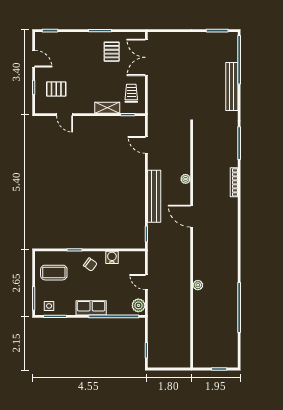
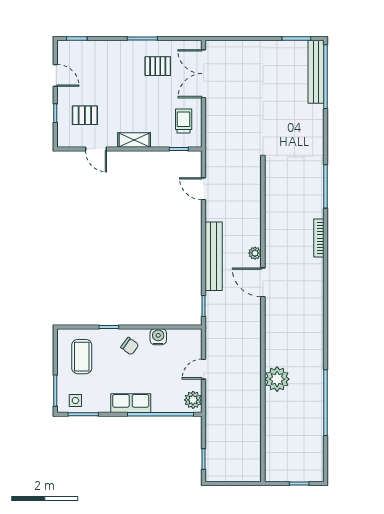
pallet: (112, 52) -> (158, 66), turned 90
bench: (232, 87) -> (316, 72), moved
shelving: (107, 108) -> (134, 140), moved
plant: (186, 179) -> (255, 253), moved
coffee table: (54, 273) -> (82, 357), turned 90
door: (146, 282) -> (204, 369), hinge flipped
plant: (198, 285) -> (277, 379), width x1.88, depth x1.88

